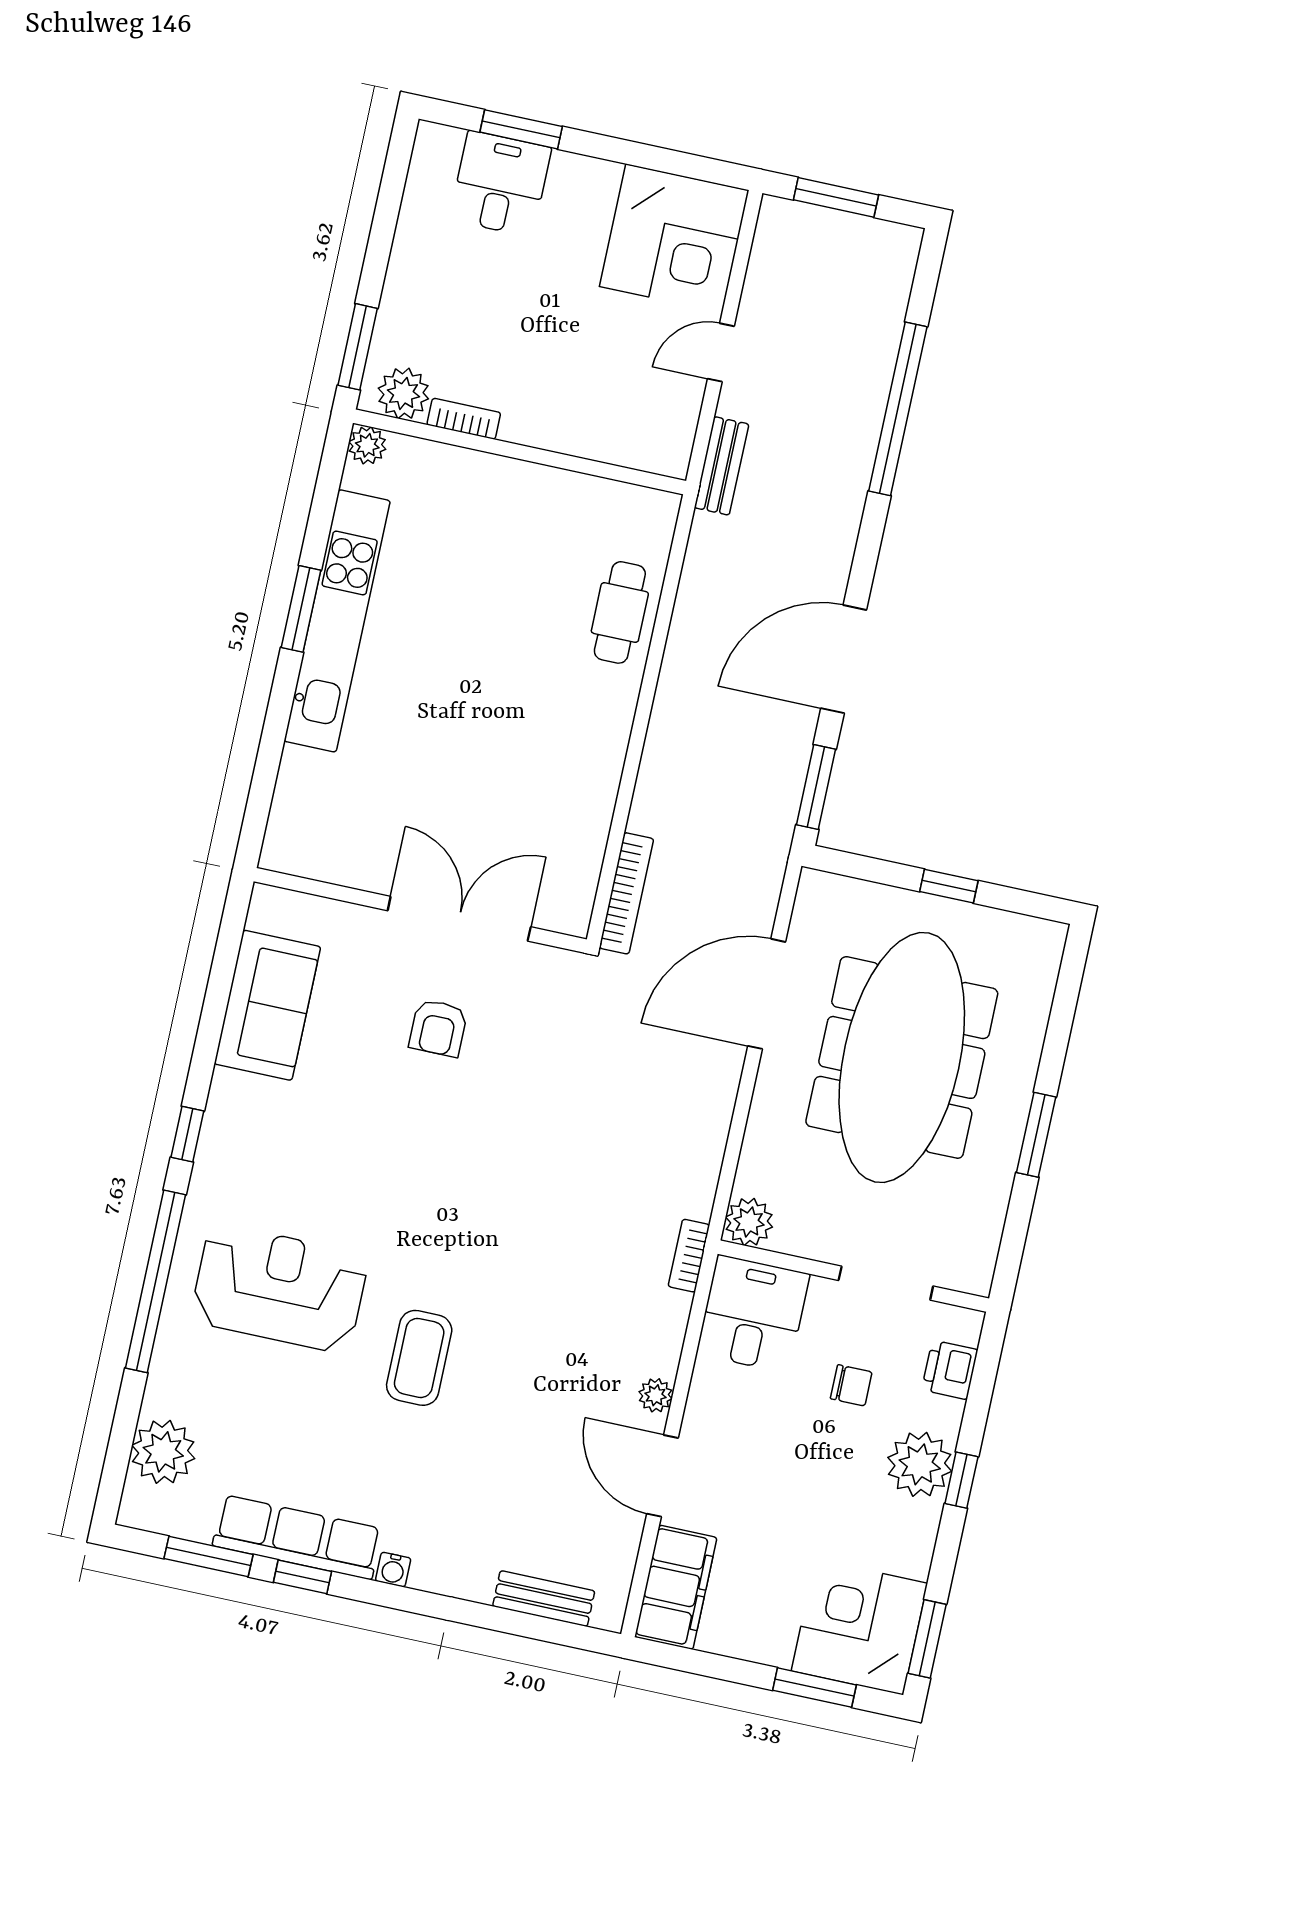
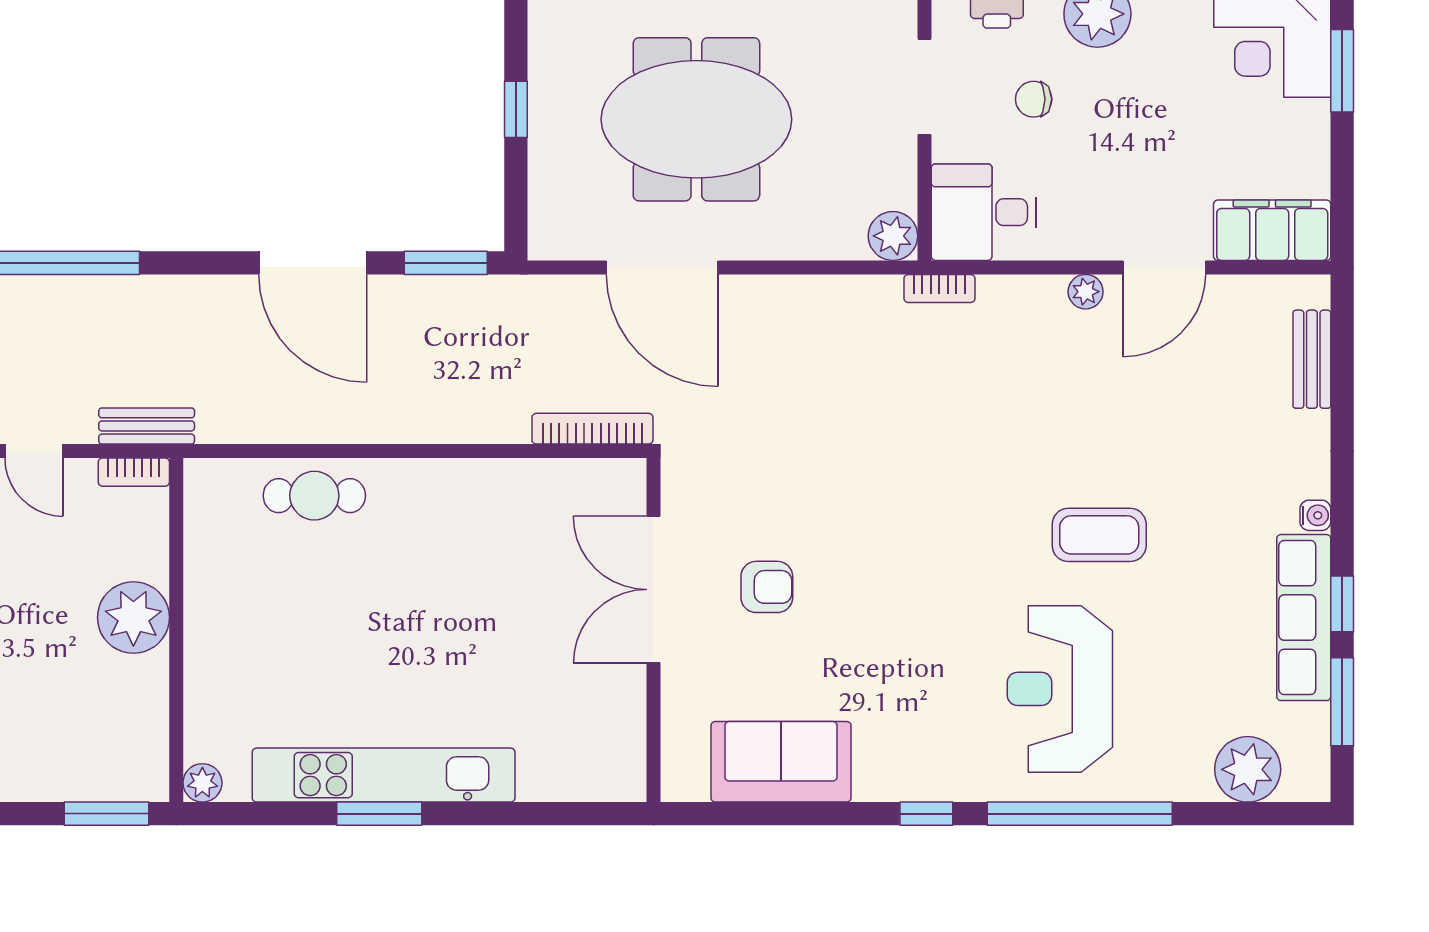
plant: (403, 393) -> (133, 617), moved, width x1.36, depth x1.36
bookcase: (464, 419) -> (134, 472), moved, turned -90
meeting table: (902, 1057) -> (696, 119), width x0.73
chair: (851, 1385) -> (1034, 99), turned -90

